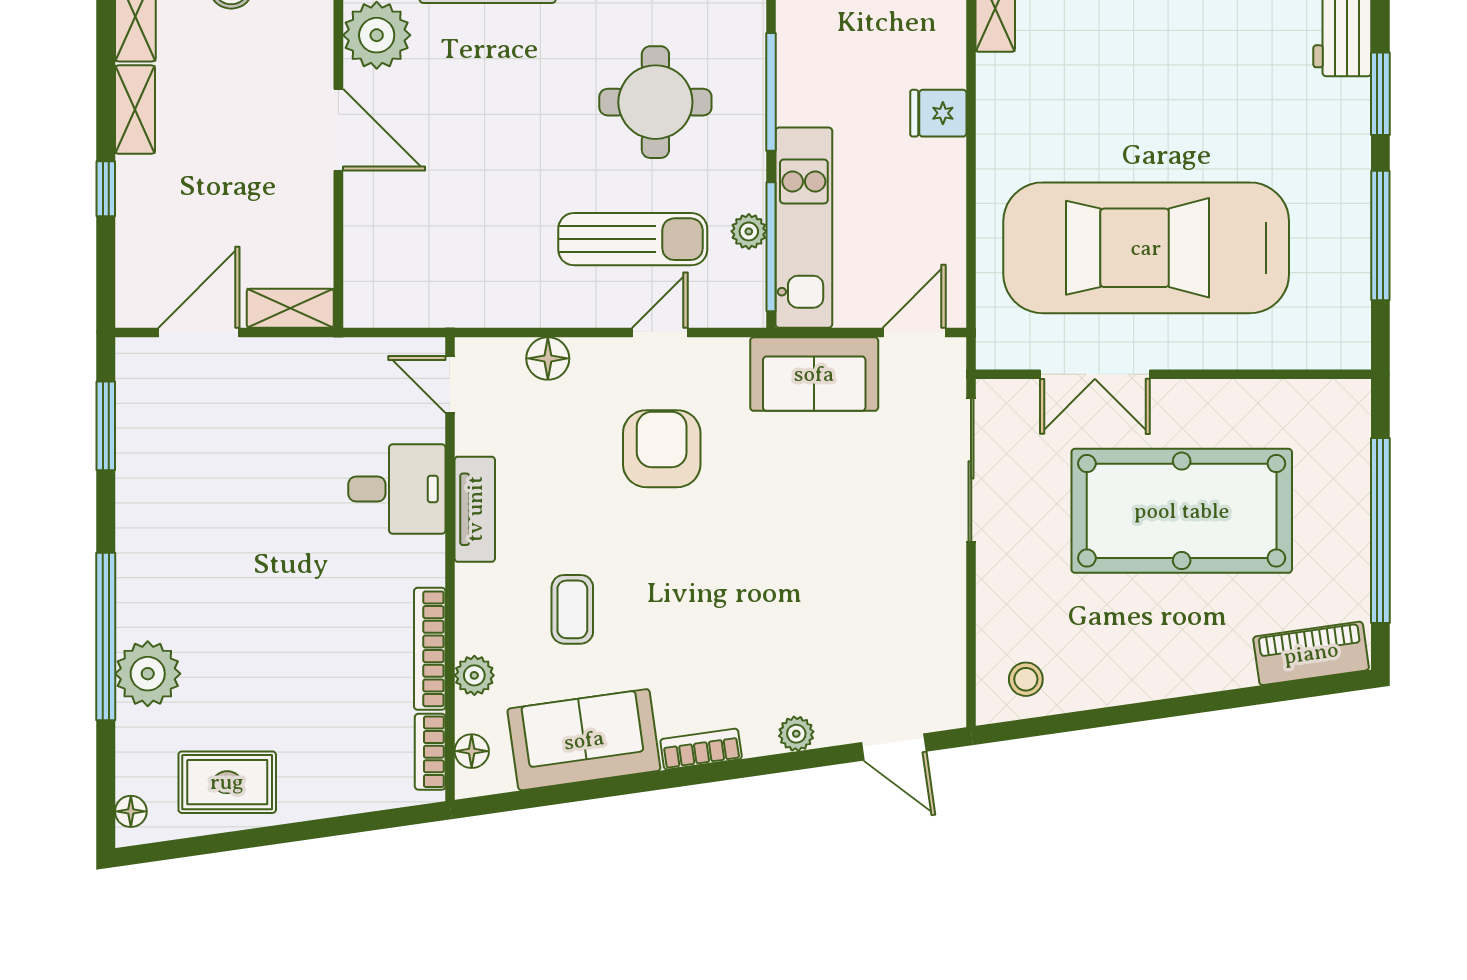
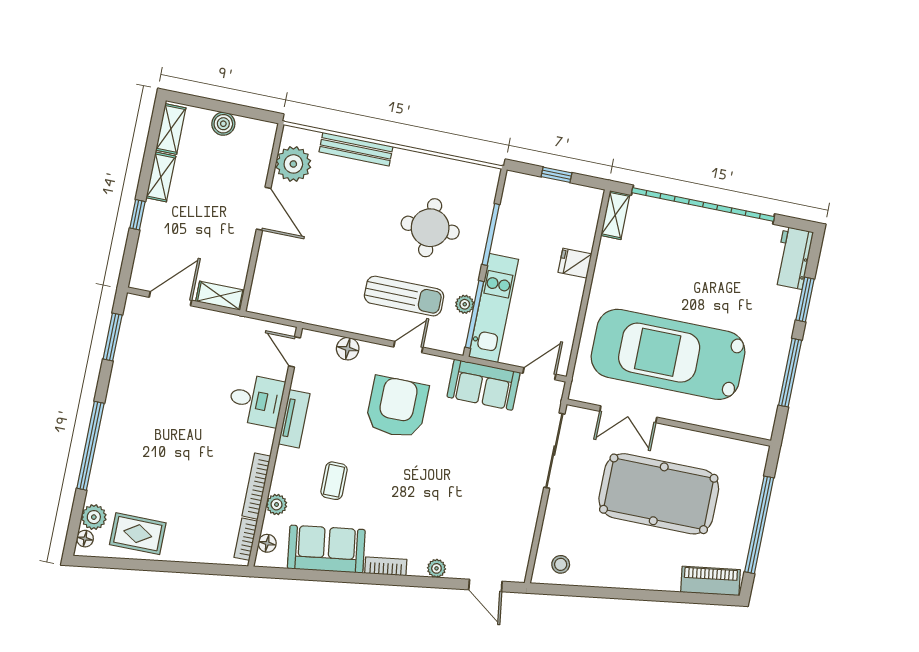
armchair: (662, 449) -> (397, 407), width x1.36, depth x1.36
plant: (148, 674) -> (94, 517), moved, width x0.73, depth x0.73

